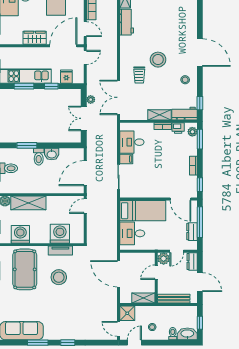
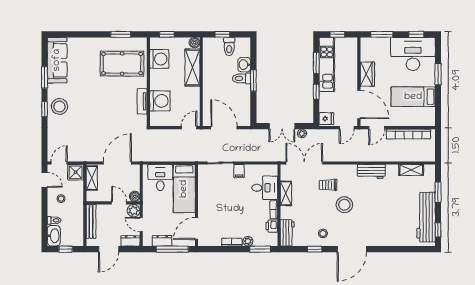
workbench: (127, 22) -> (371, 171), moved
door: (85, 57) -> (347, 128), hinge flipped
fridge: (66, 77) -> (326, 119), moved
window: (200, 103) -> (315, 249), moved
shelving: (159, 115) -> (286, 193), moved
double door: (84, 118) -> (282, 126), swing flipped
plant: (192, 132) -> (248, 241), moved
desk: (132, 142) -> (265, 188), moved, turned 90
window: (27, 145) -> (253, 80), moved
washbasin: (52, 154) -> (244, 65), moved
window: (200, 185) -> (212, 249), removed
door: (85, 206) -> (189, 128), hinge flipped
boiler: (150, 257) -> (135, 196), added
stool: (59, 277) -> (60, 106), moved
shelving: (143, 298) -> (92, 178), moved

